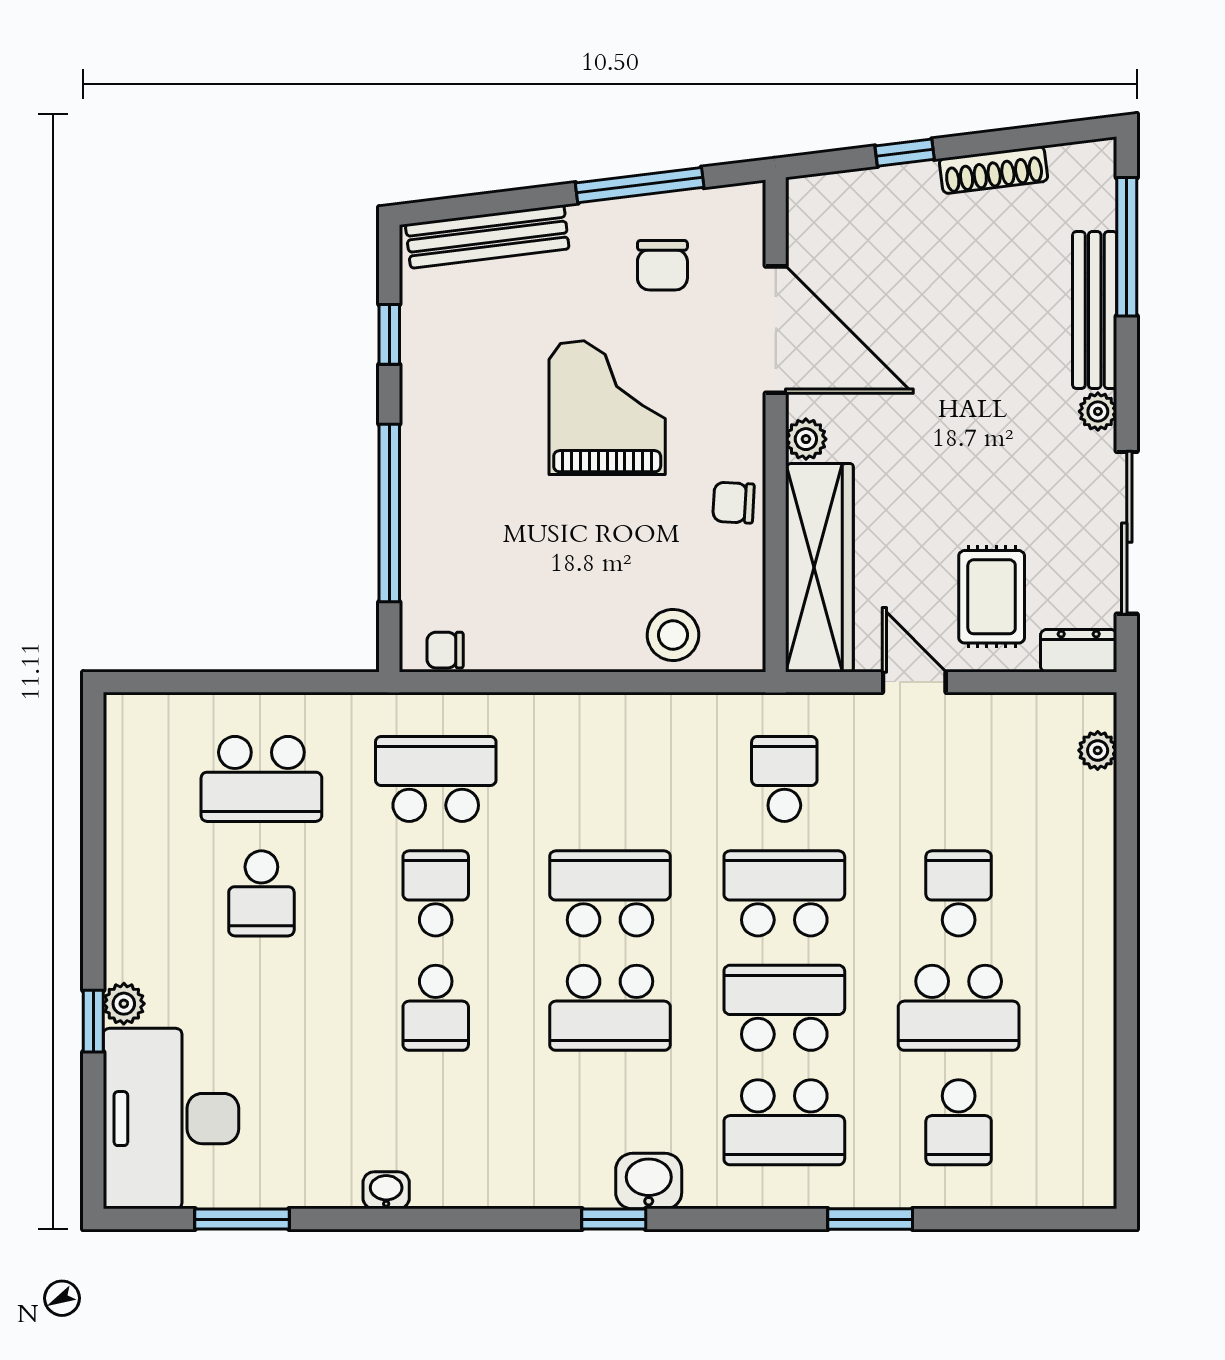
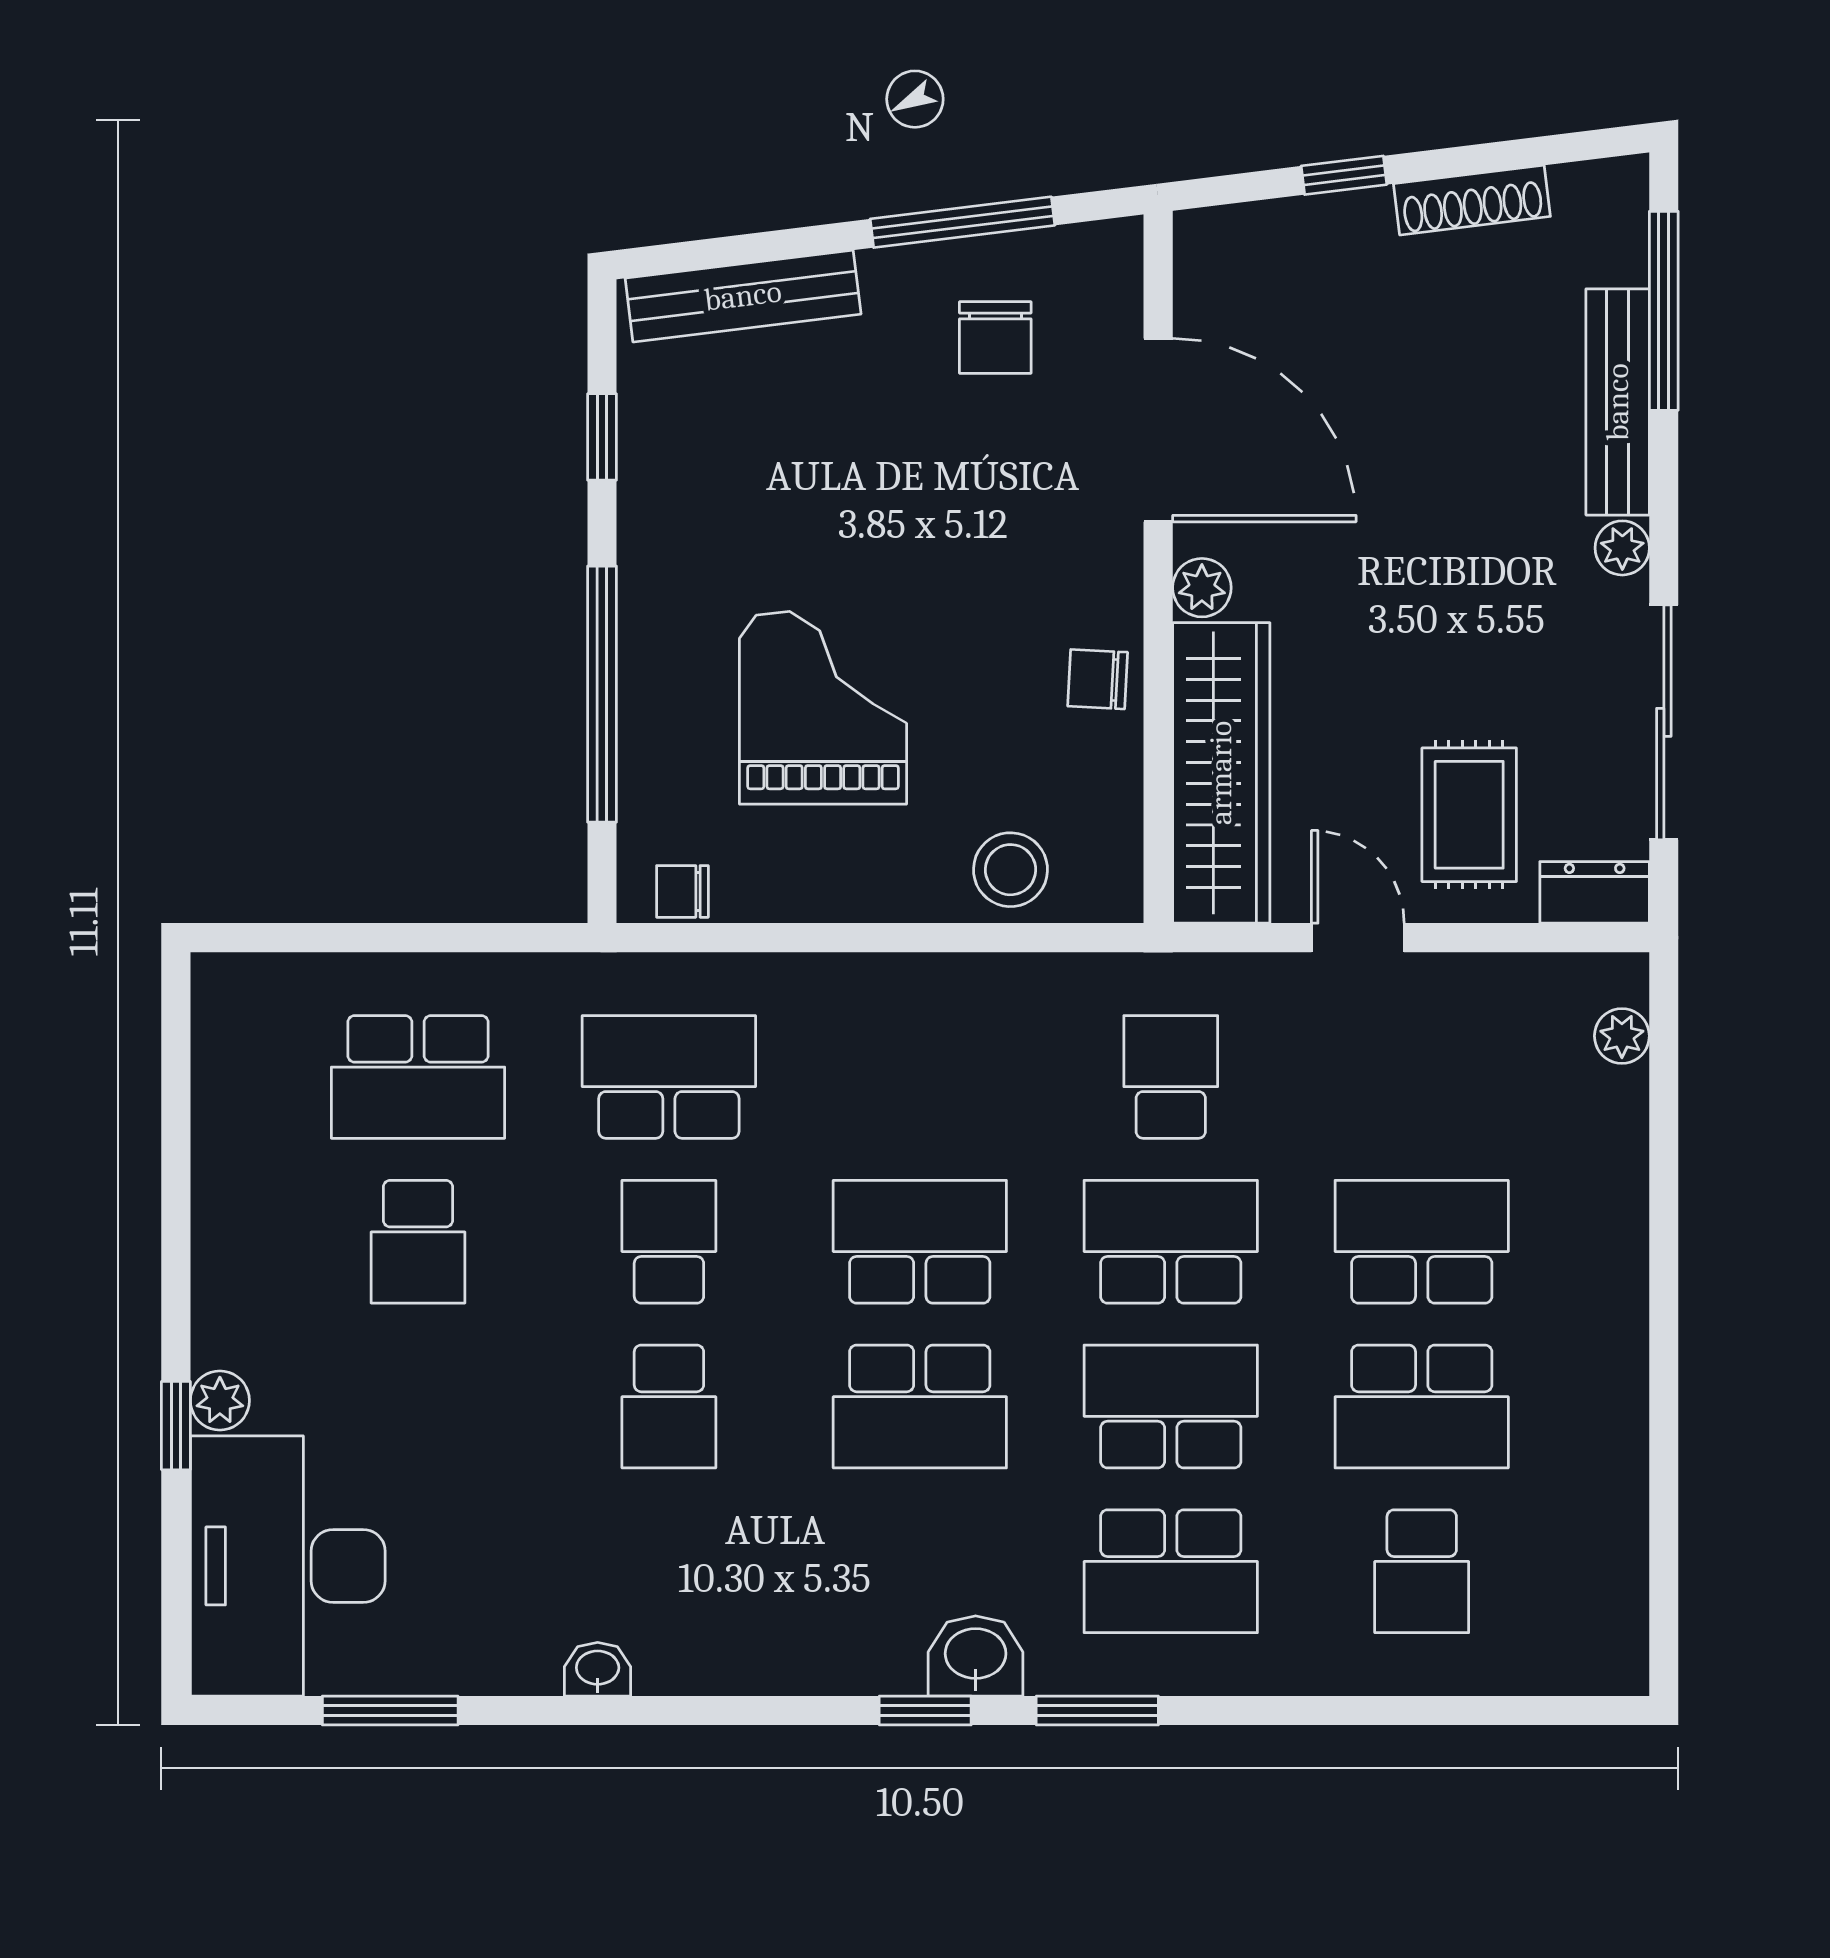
grand piano: (607, 408) -> (823, 708), moved
school desk: (959, 893) -> (1422, 1242), width x1.85
window: (870, 1219) -> (1097, 1711), moved

